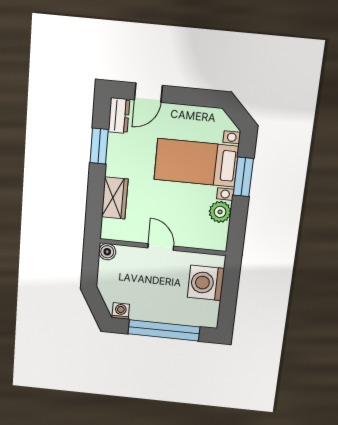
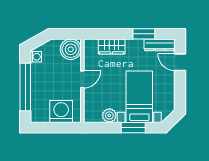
dresser: (119, 116) -> (160, 45), width x1.44
boiler: (107, 252) -> (71, 49), width x1.86, depth x1.86

